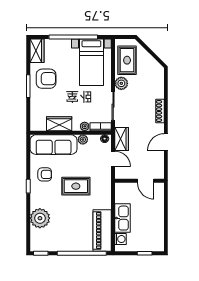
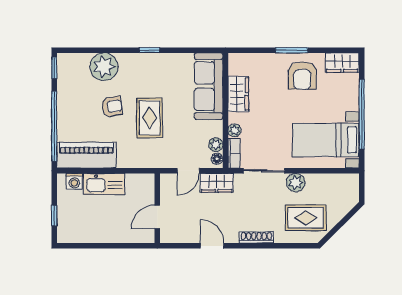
rug: (127, 60) -> (306, 218), moved
plant: (83, 140) -> (216, 145), moved
armchair: (45, 174) -> (112, 107), moved, turned -100

